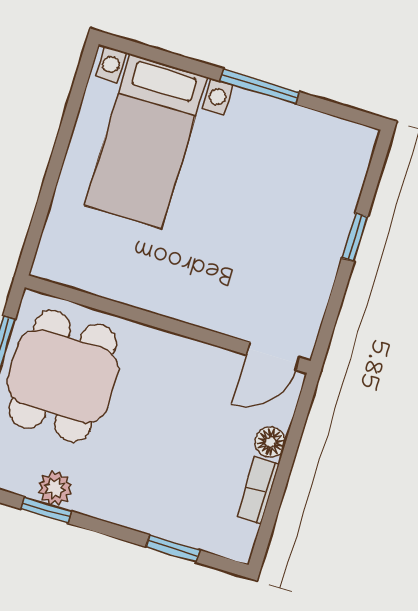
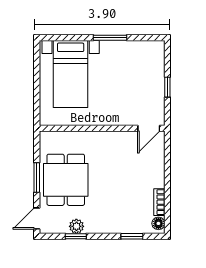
wall: (168, 324) -> (102, 128), moved
door: (273, 356) -> (149, 128), moved
floor lamp: (270, 442) -> (158, 223), moved

